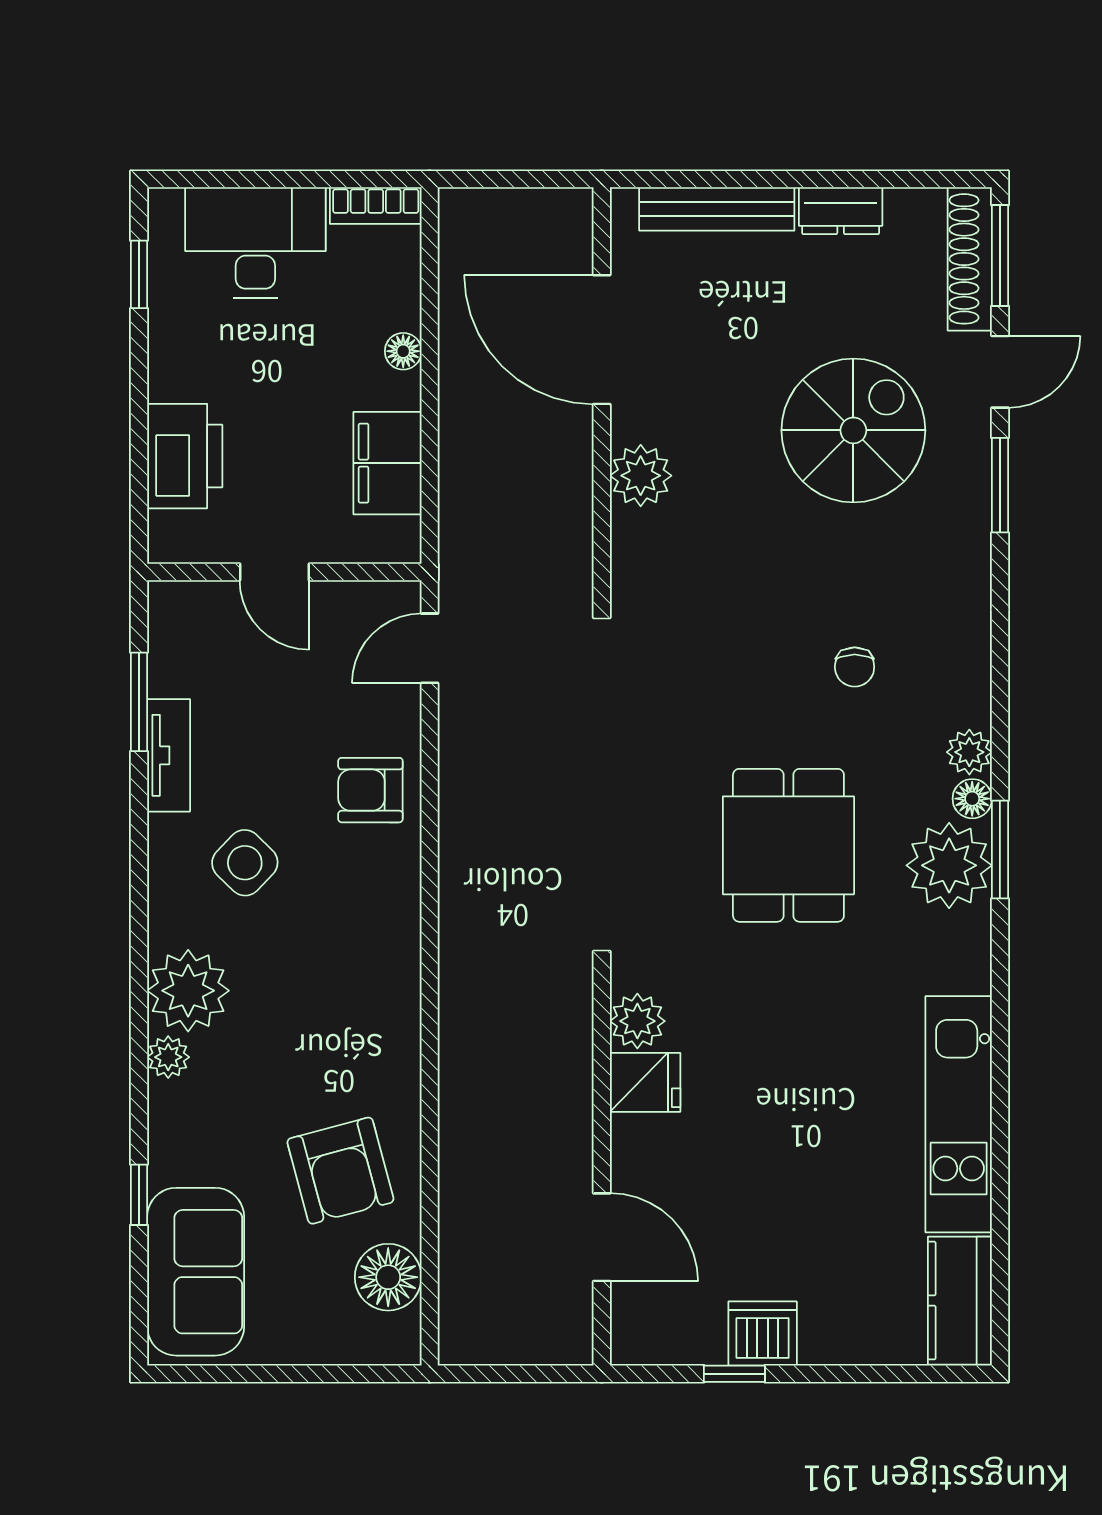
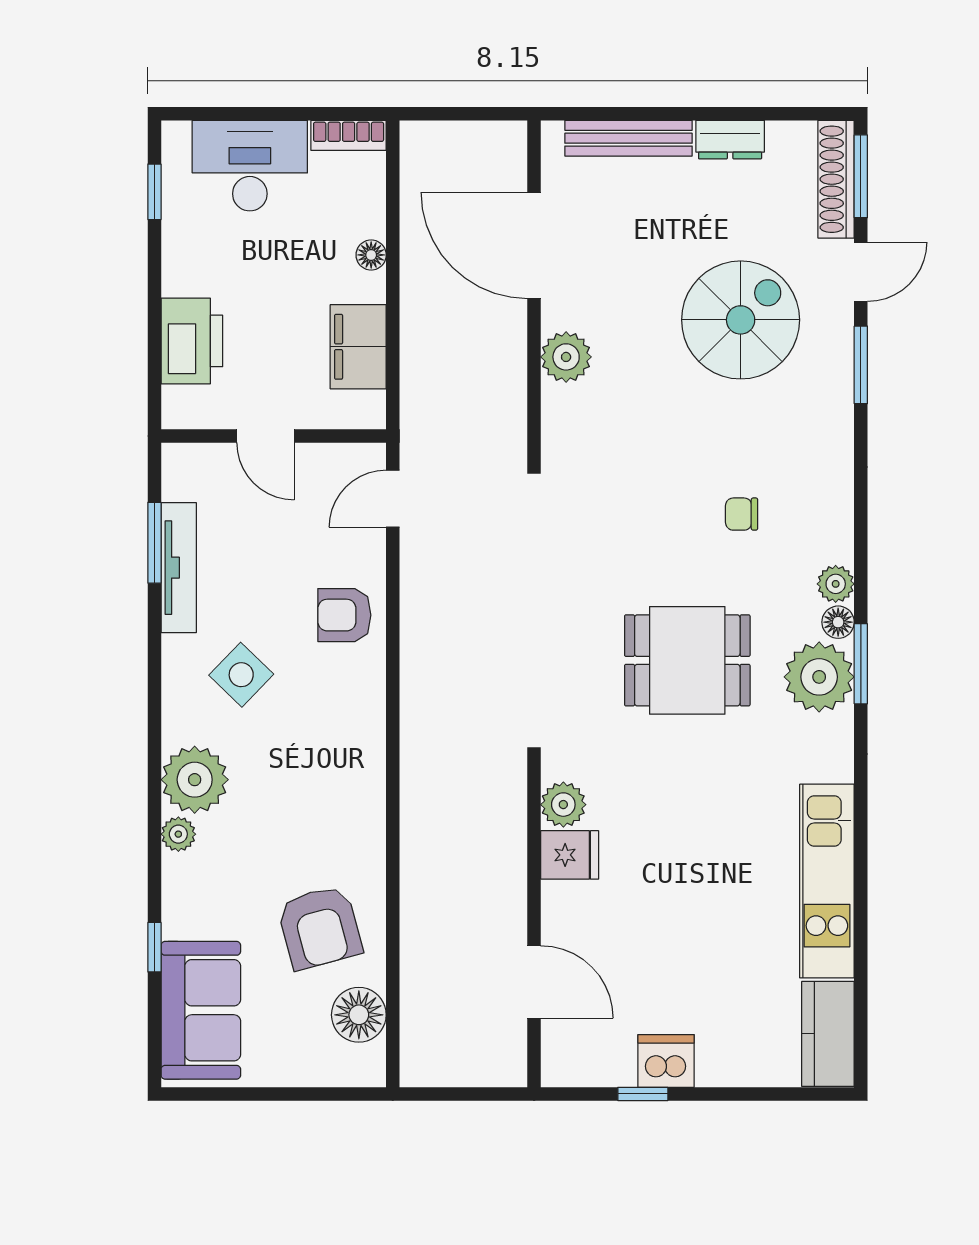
chair: (855, 667) -> (742, 514), turned 90
tv unit: (169, 755) -> (179, 568), width x1.41
dining table: (788, 845) -> (687, 660), turned 90

